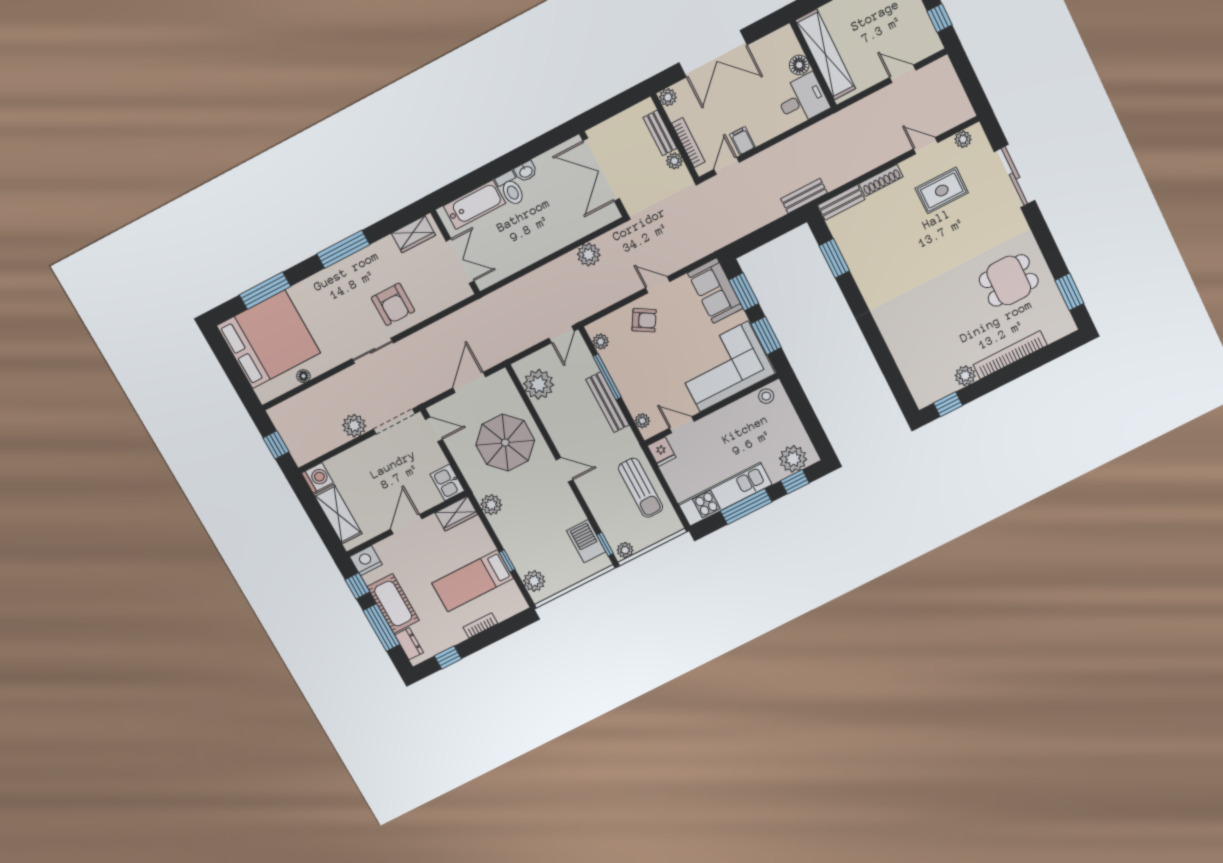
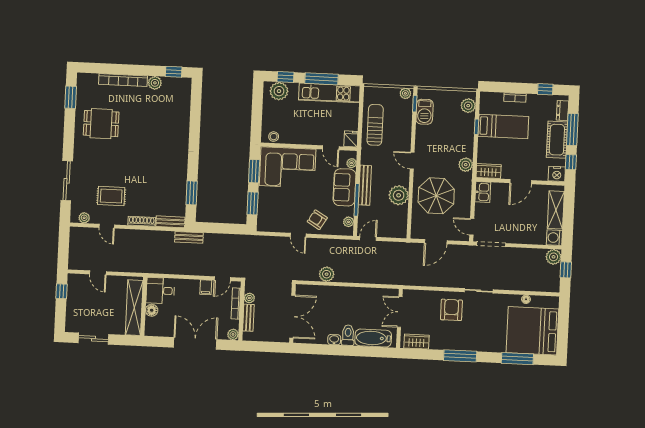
sofa: (715, 291) -> (345, 187), moved, turned 180
plant: (539, 384) -> (399, 195), moved
plant: (354, 426) -> (554, 257), moved

